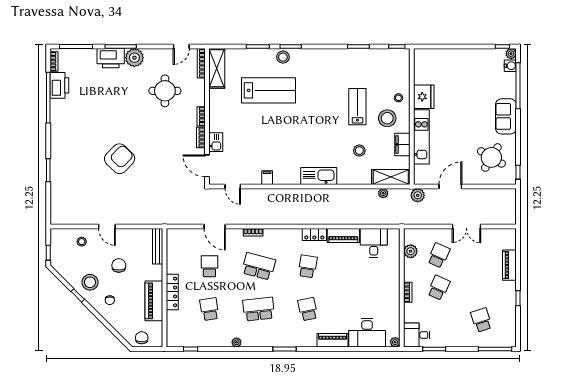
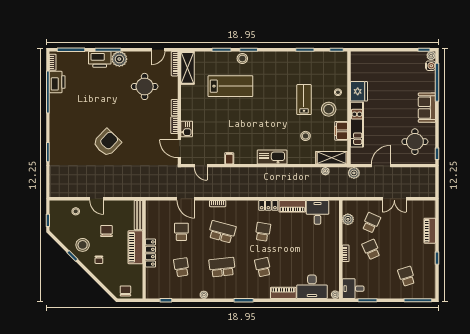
round table: (491, 157) -> (415, 142), turned -31
school desk: (439, 288) -> (371, 249), turned -48
piano: (154, 301) -> (135, 247), moved

